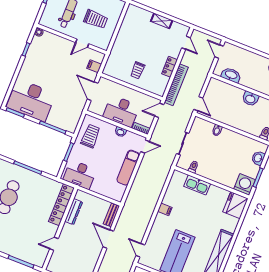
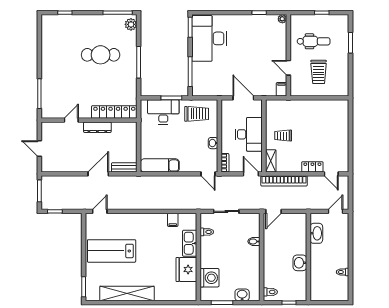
shelving: (162, 21) -> (271, 161), moved
door: (186, 43) -> (331, 174), hinge flipped
filing cabinet: (94, 66) -> (282, 89), moved
locker: (170, 67) -> (312, 167), moved
door: (93, 91) -> (243, 98), hinge flipped
desk: (121, 111) -> (249, 134), moved, turned 180
exam couch: (128, 168) -> (160, 165), moved
desk: (80, 175) -> (163, 112), moved, turned 90
washing machine: (245, 184) -> (209, 278), moved
fridge: (235, 205) -> (186, 269), moved, turned -90
filing cabinet: (165, 209) -> (173, 220), moved
dresser: (74, 212) -> (97, 127), moved
door: (54, 244) -> (71, 120), hinge flipped

